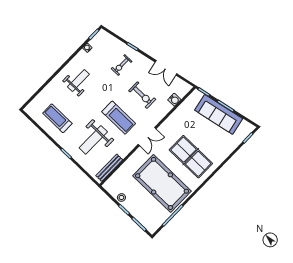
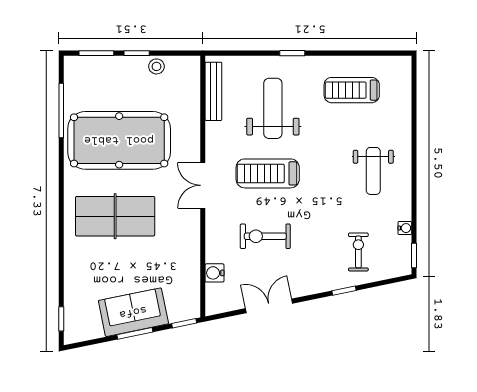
exercise bike: (122, 65) -> (358, 252), moved
sofa: (219, 114) -> (133, 312), width x0.73
treadmill: (57, 118) -> (352, 90), turned 180

